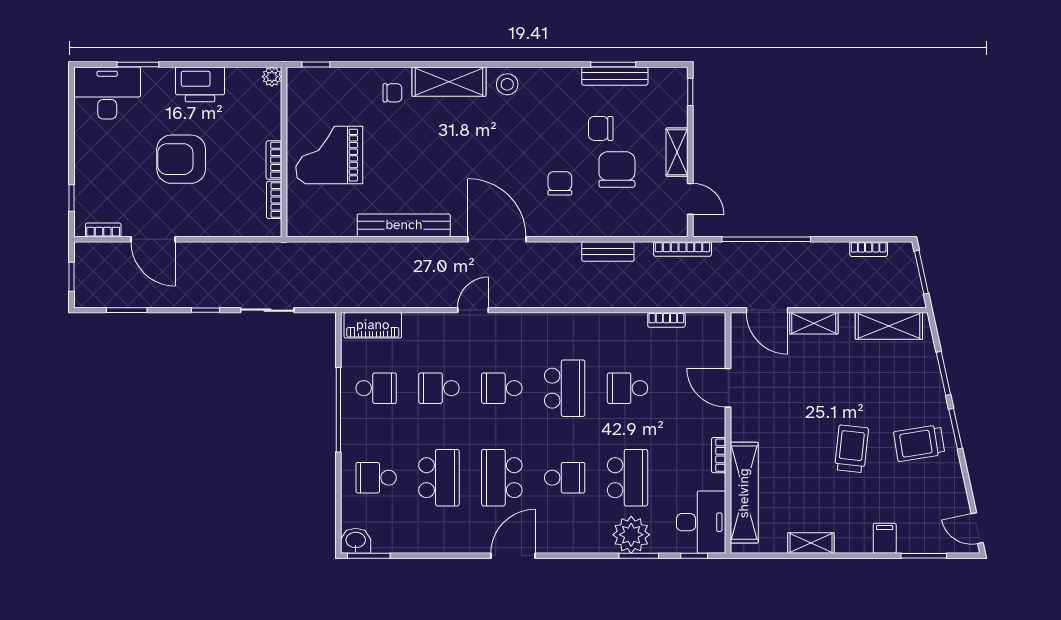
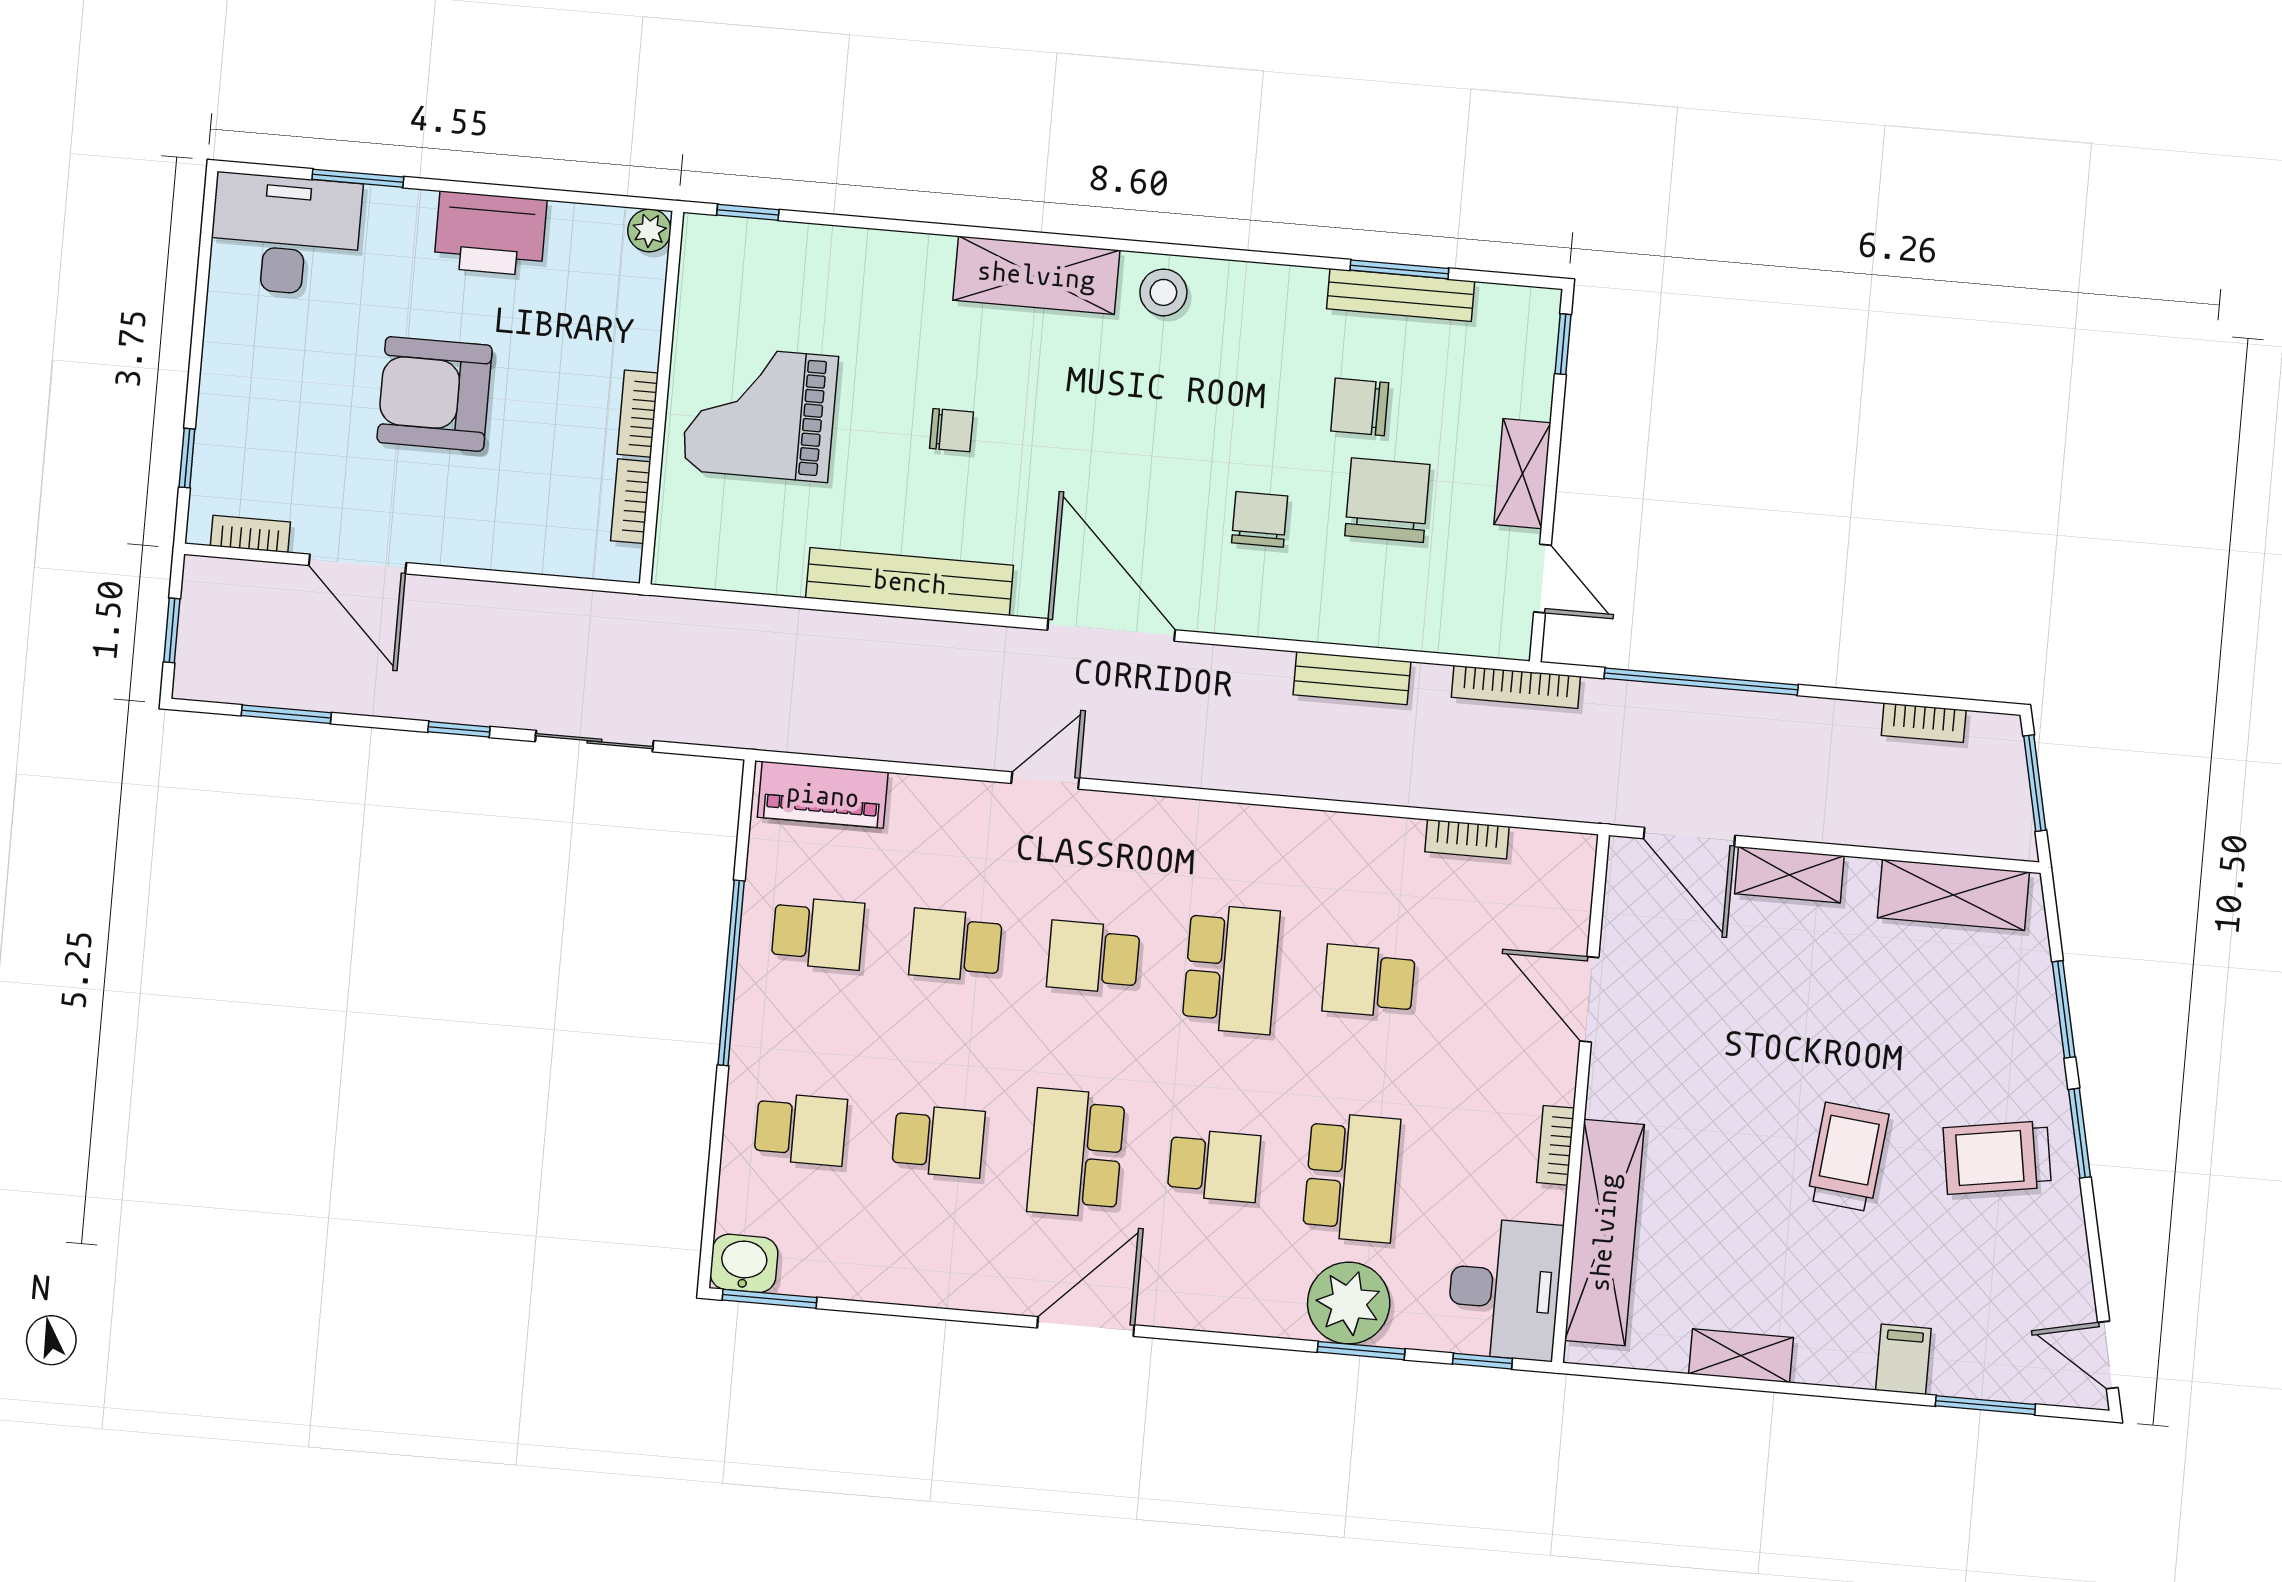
chair: (392, 93) -> (951, 430), moved
school desk: (376, 478) -> (801, 1129), turned 180
school desk: (439, 478) -> (938, 1141), width x0.54

